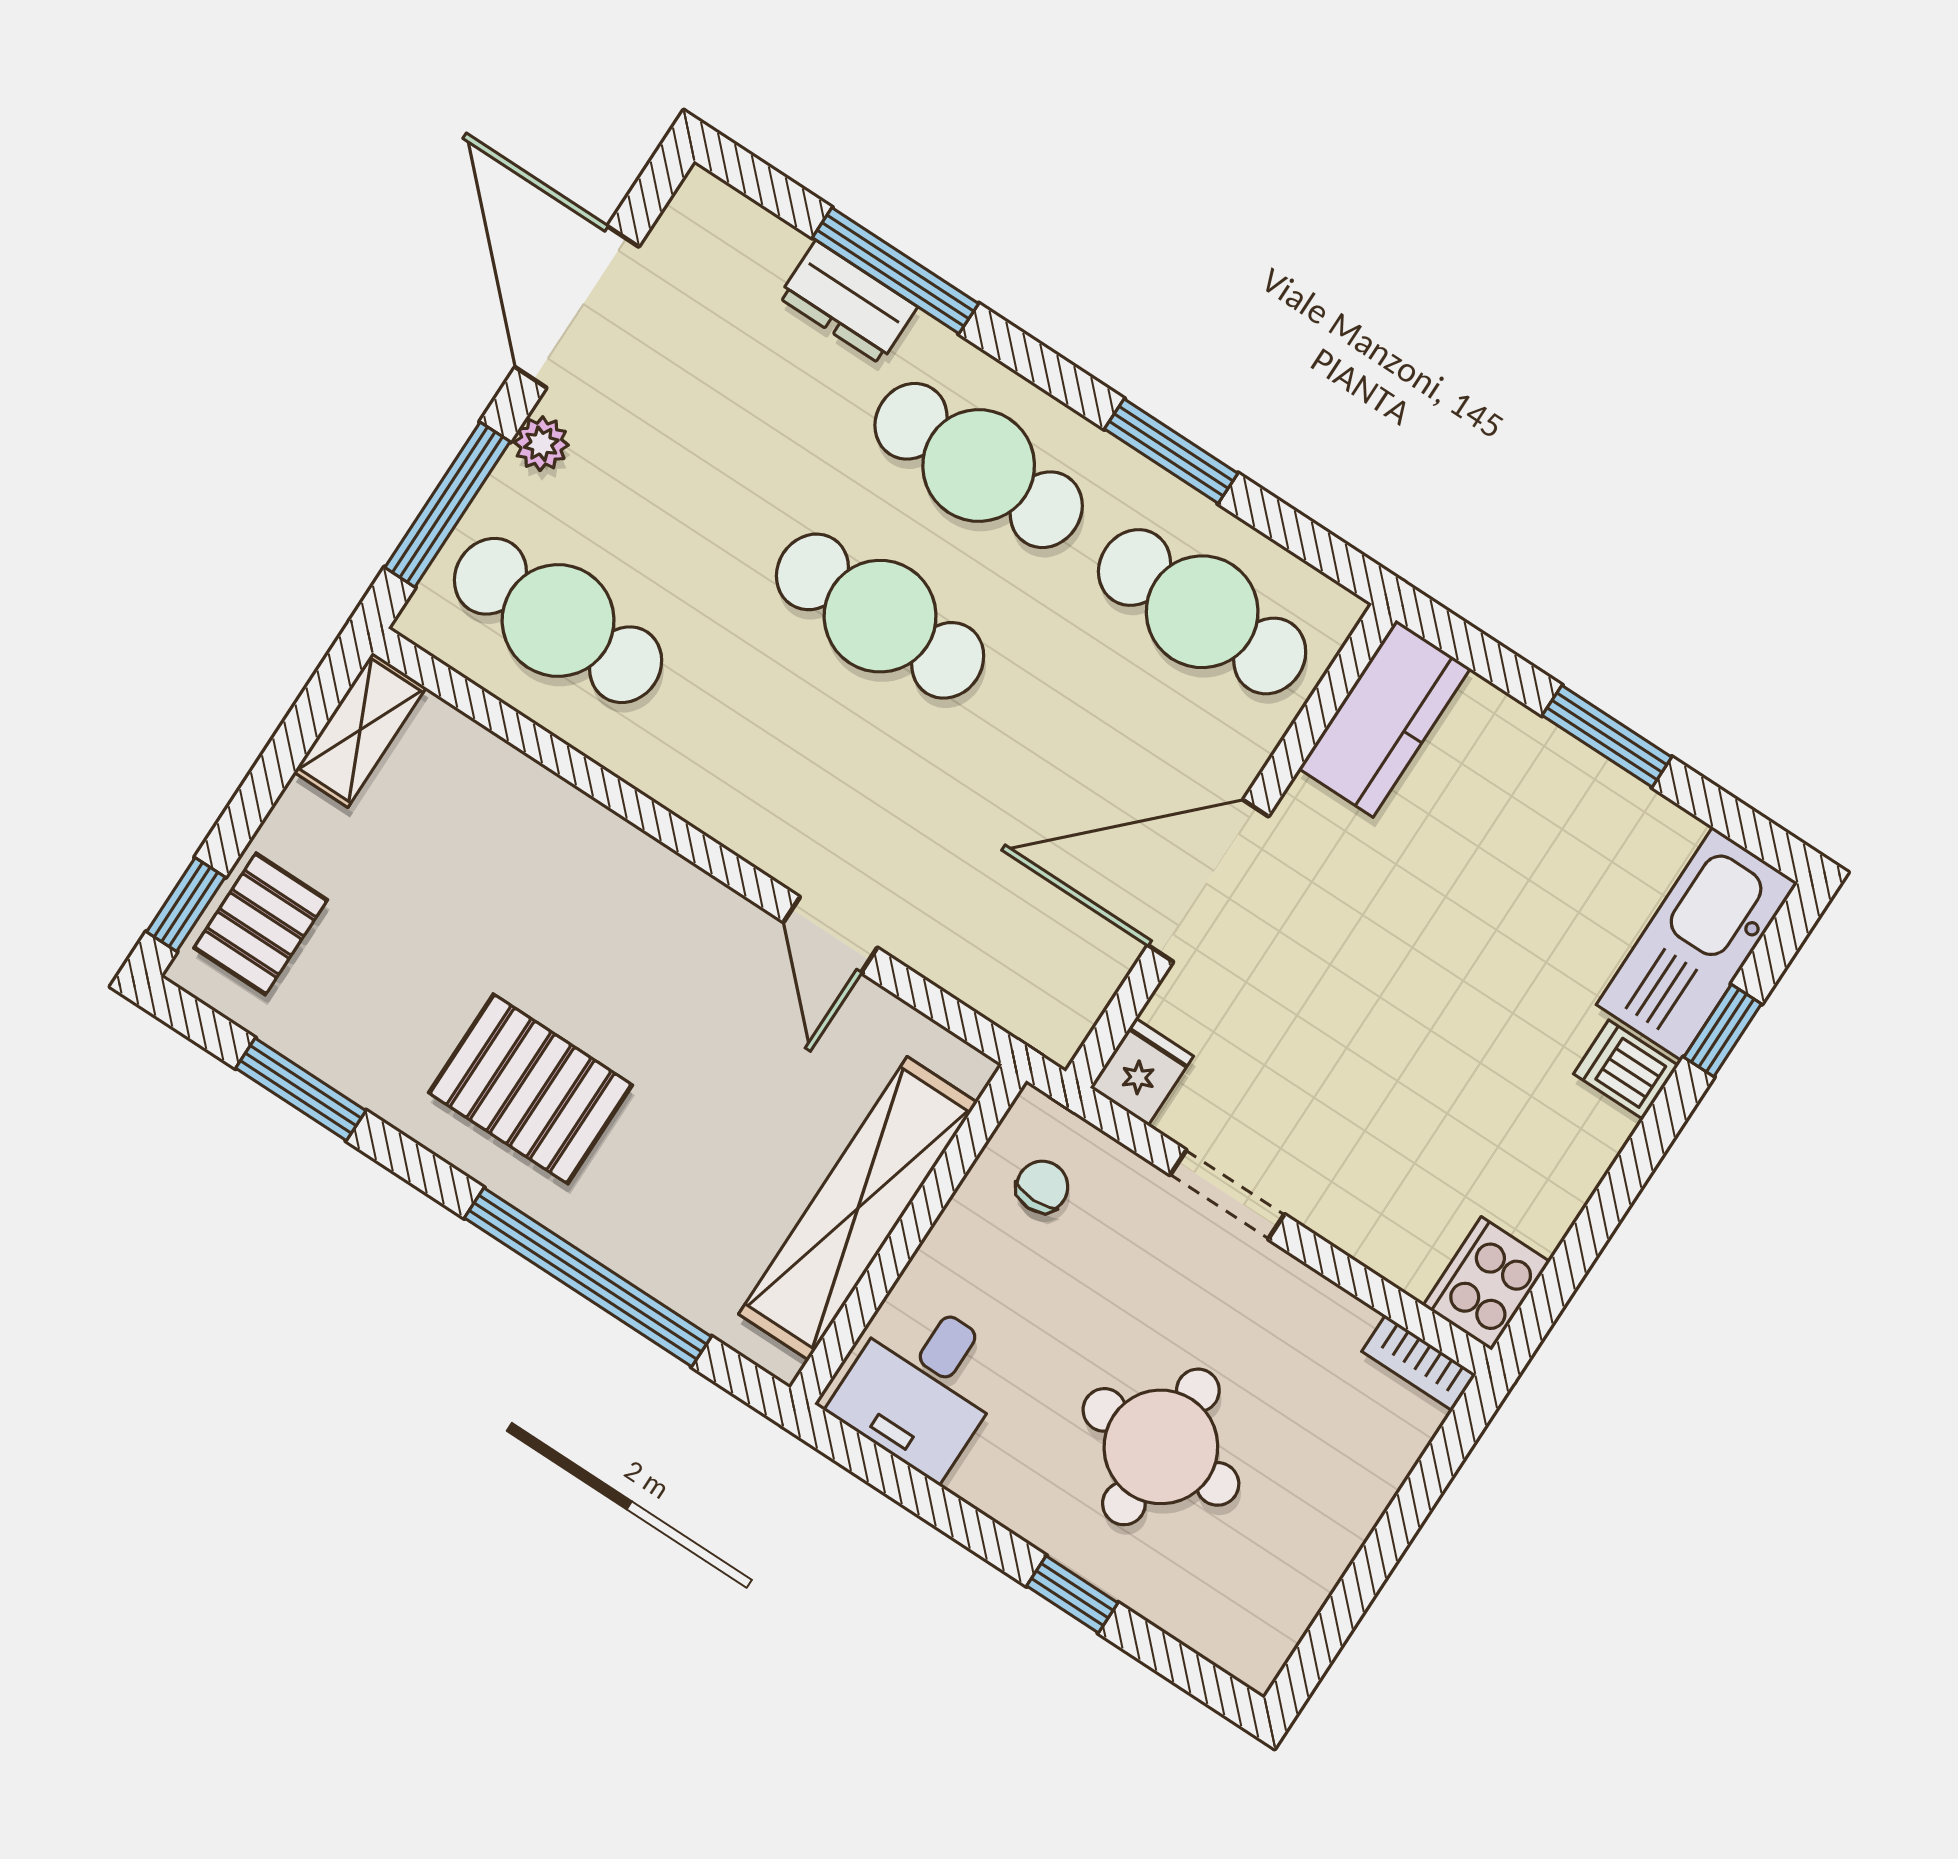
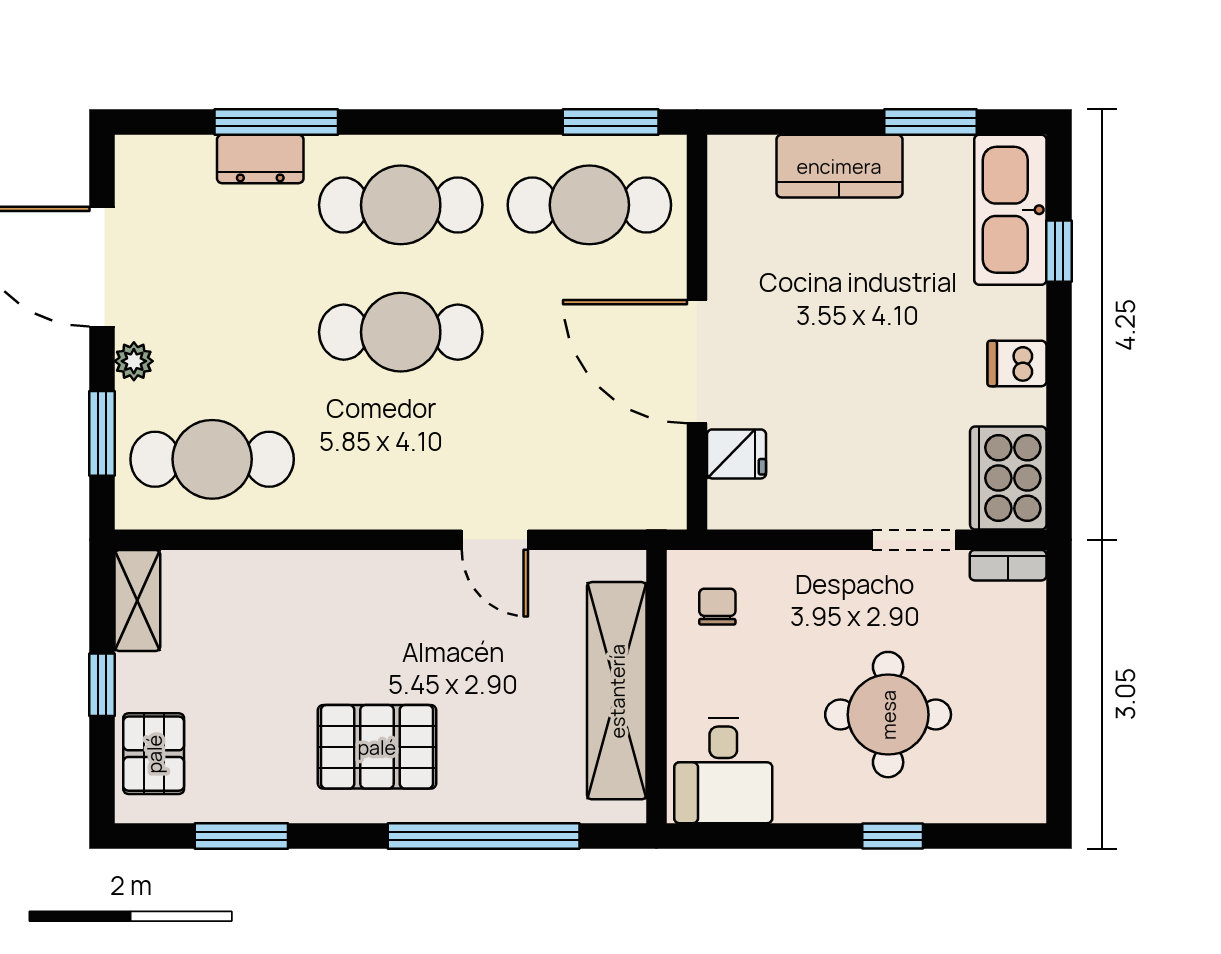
window: (1171, 451) -> (611, 122), moved
window: (448, 505) -> (102, 433), width x0.69
kitchen counter: (1385, 719) -> (839, 166), moved, turned 90
window: (1607, 736) -> (931, 122), moved
door: (1208, 881) -> (697, 362), hinge flipped
window: (186, 905) -> (102, 685), moved
dishwasher: (1626, 1070) -> (1017, 363), moved
fridge: (1142, 1072) -> (736, 454), moved, turned 90
doorway: (1227, 1195) -> (914, 540), moved
cooker: (1486, 1284) -> (1008, 478), width x1.37, depth x1.31

